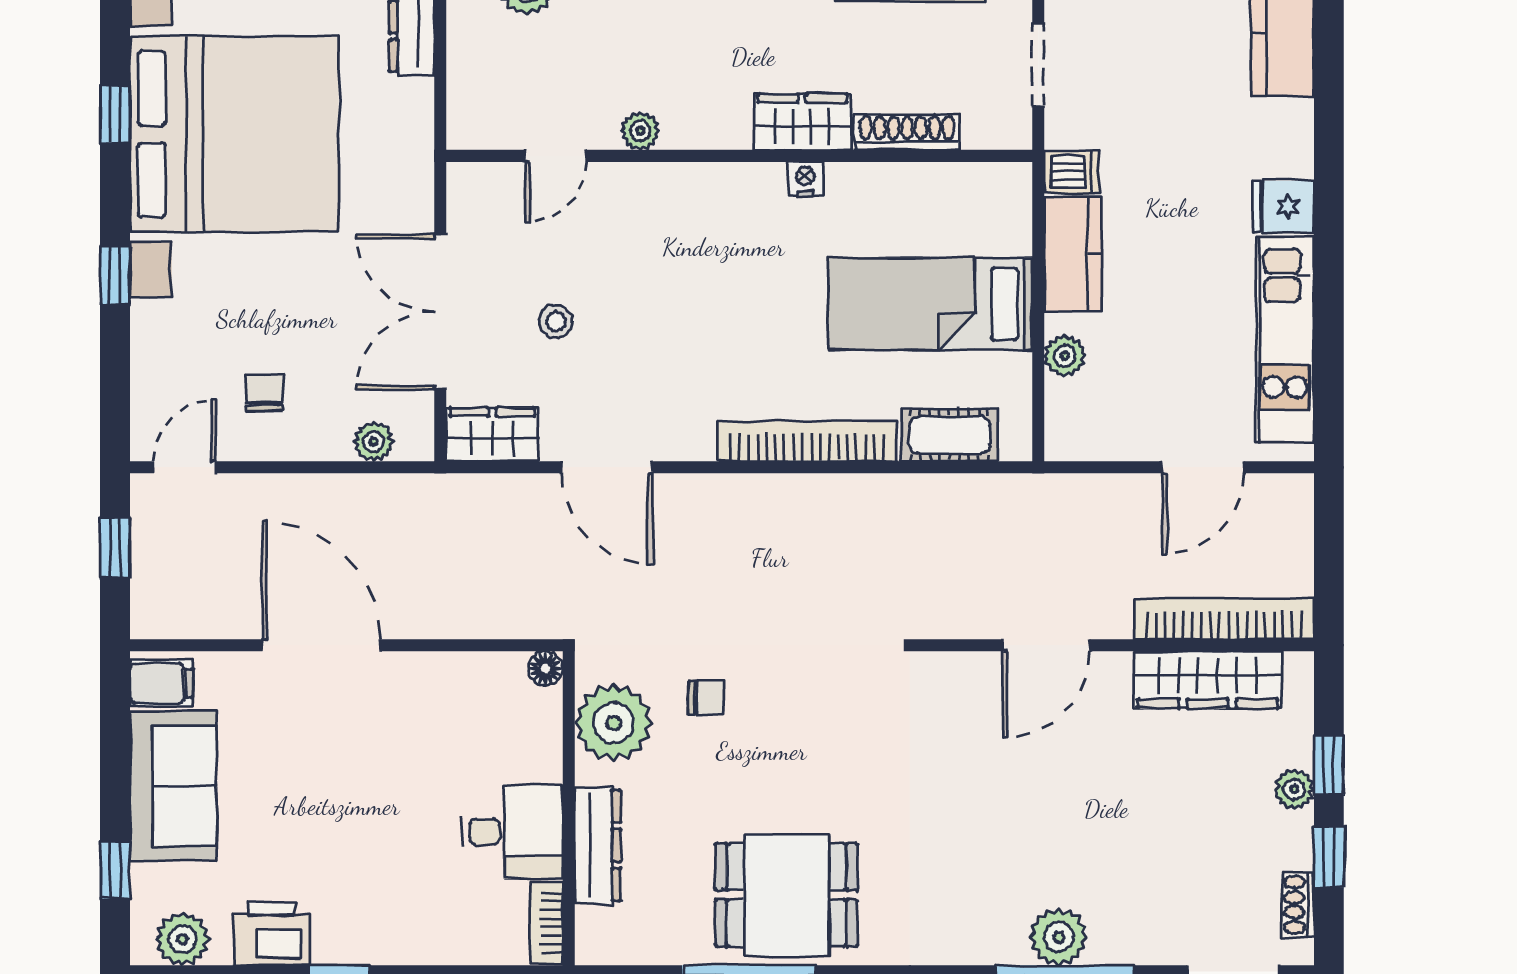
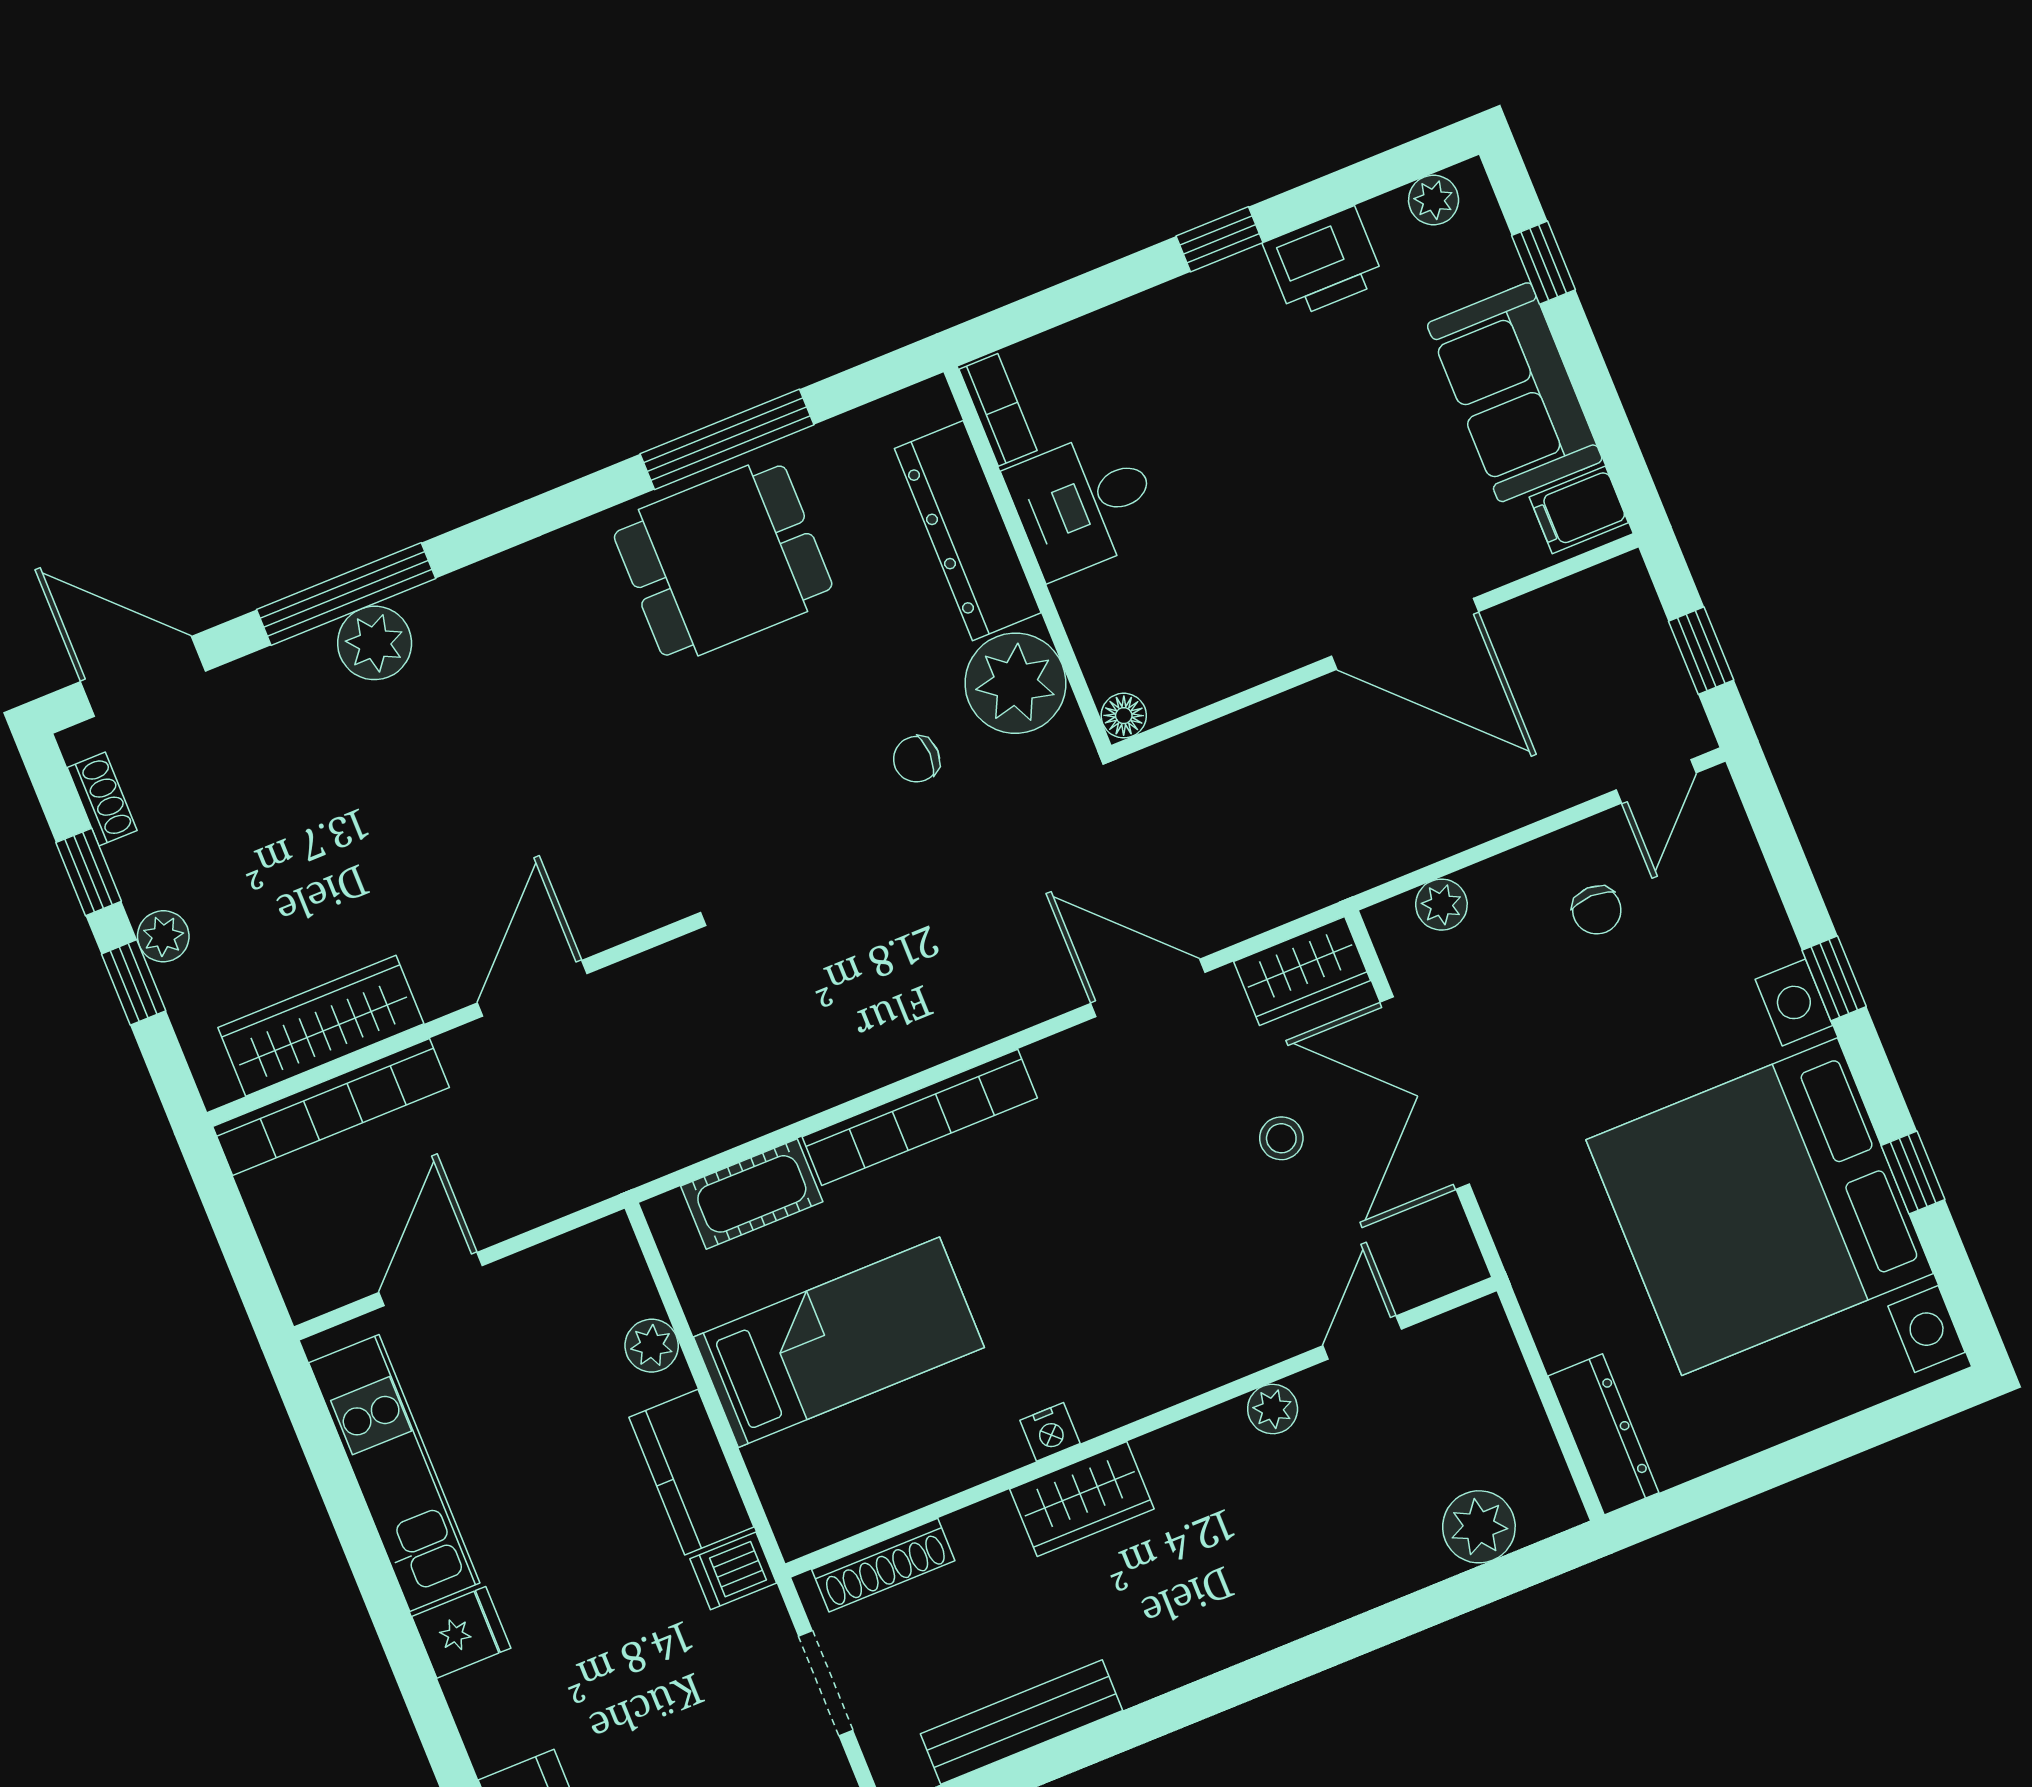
shoe rack: (907, 132) -> (883, 1565), moved
double door: (440, 312) -> (1425, 1093), swing flipped
dresser: (598, 845) -> (968, 531), width x1.37, depth x1.24
plant: (183, 939) -> (1434, 200), width x0.73, depth x0.73

